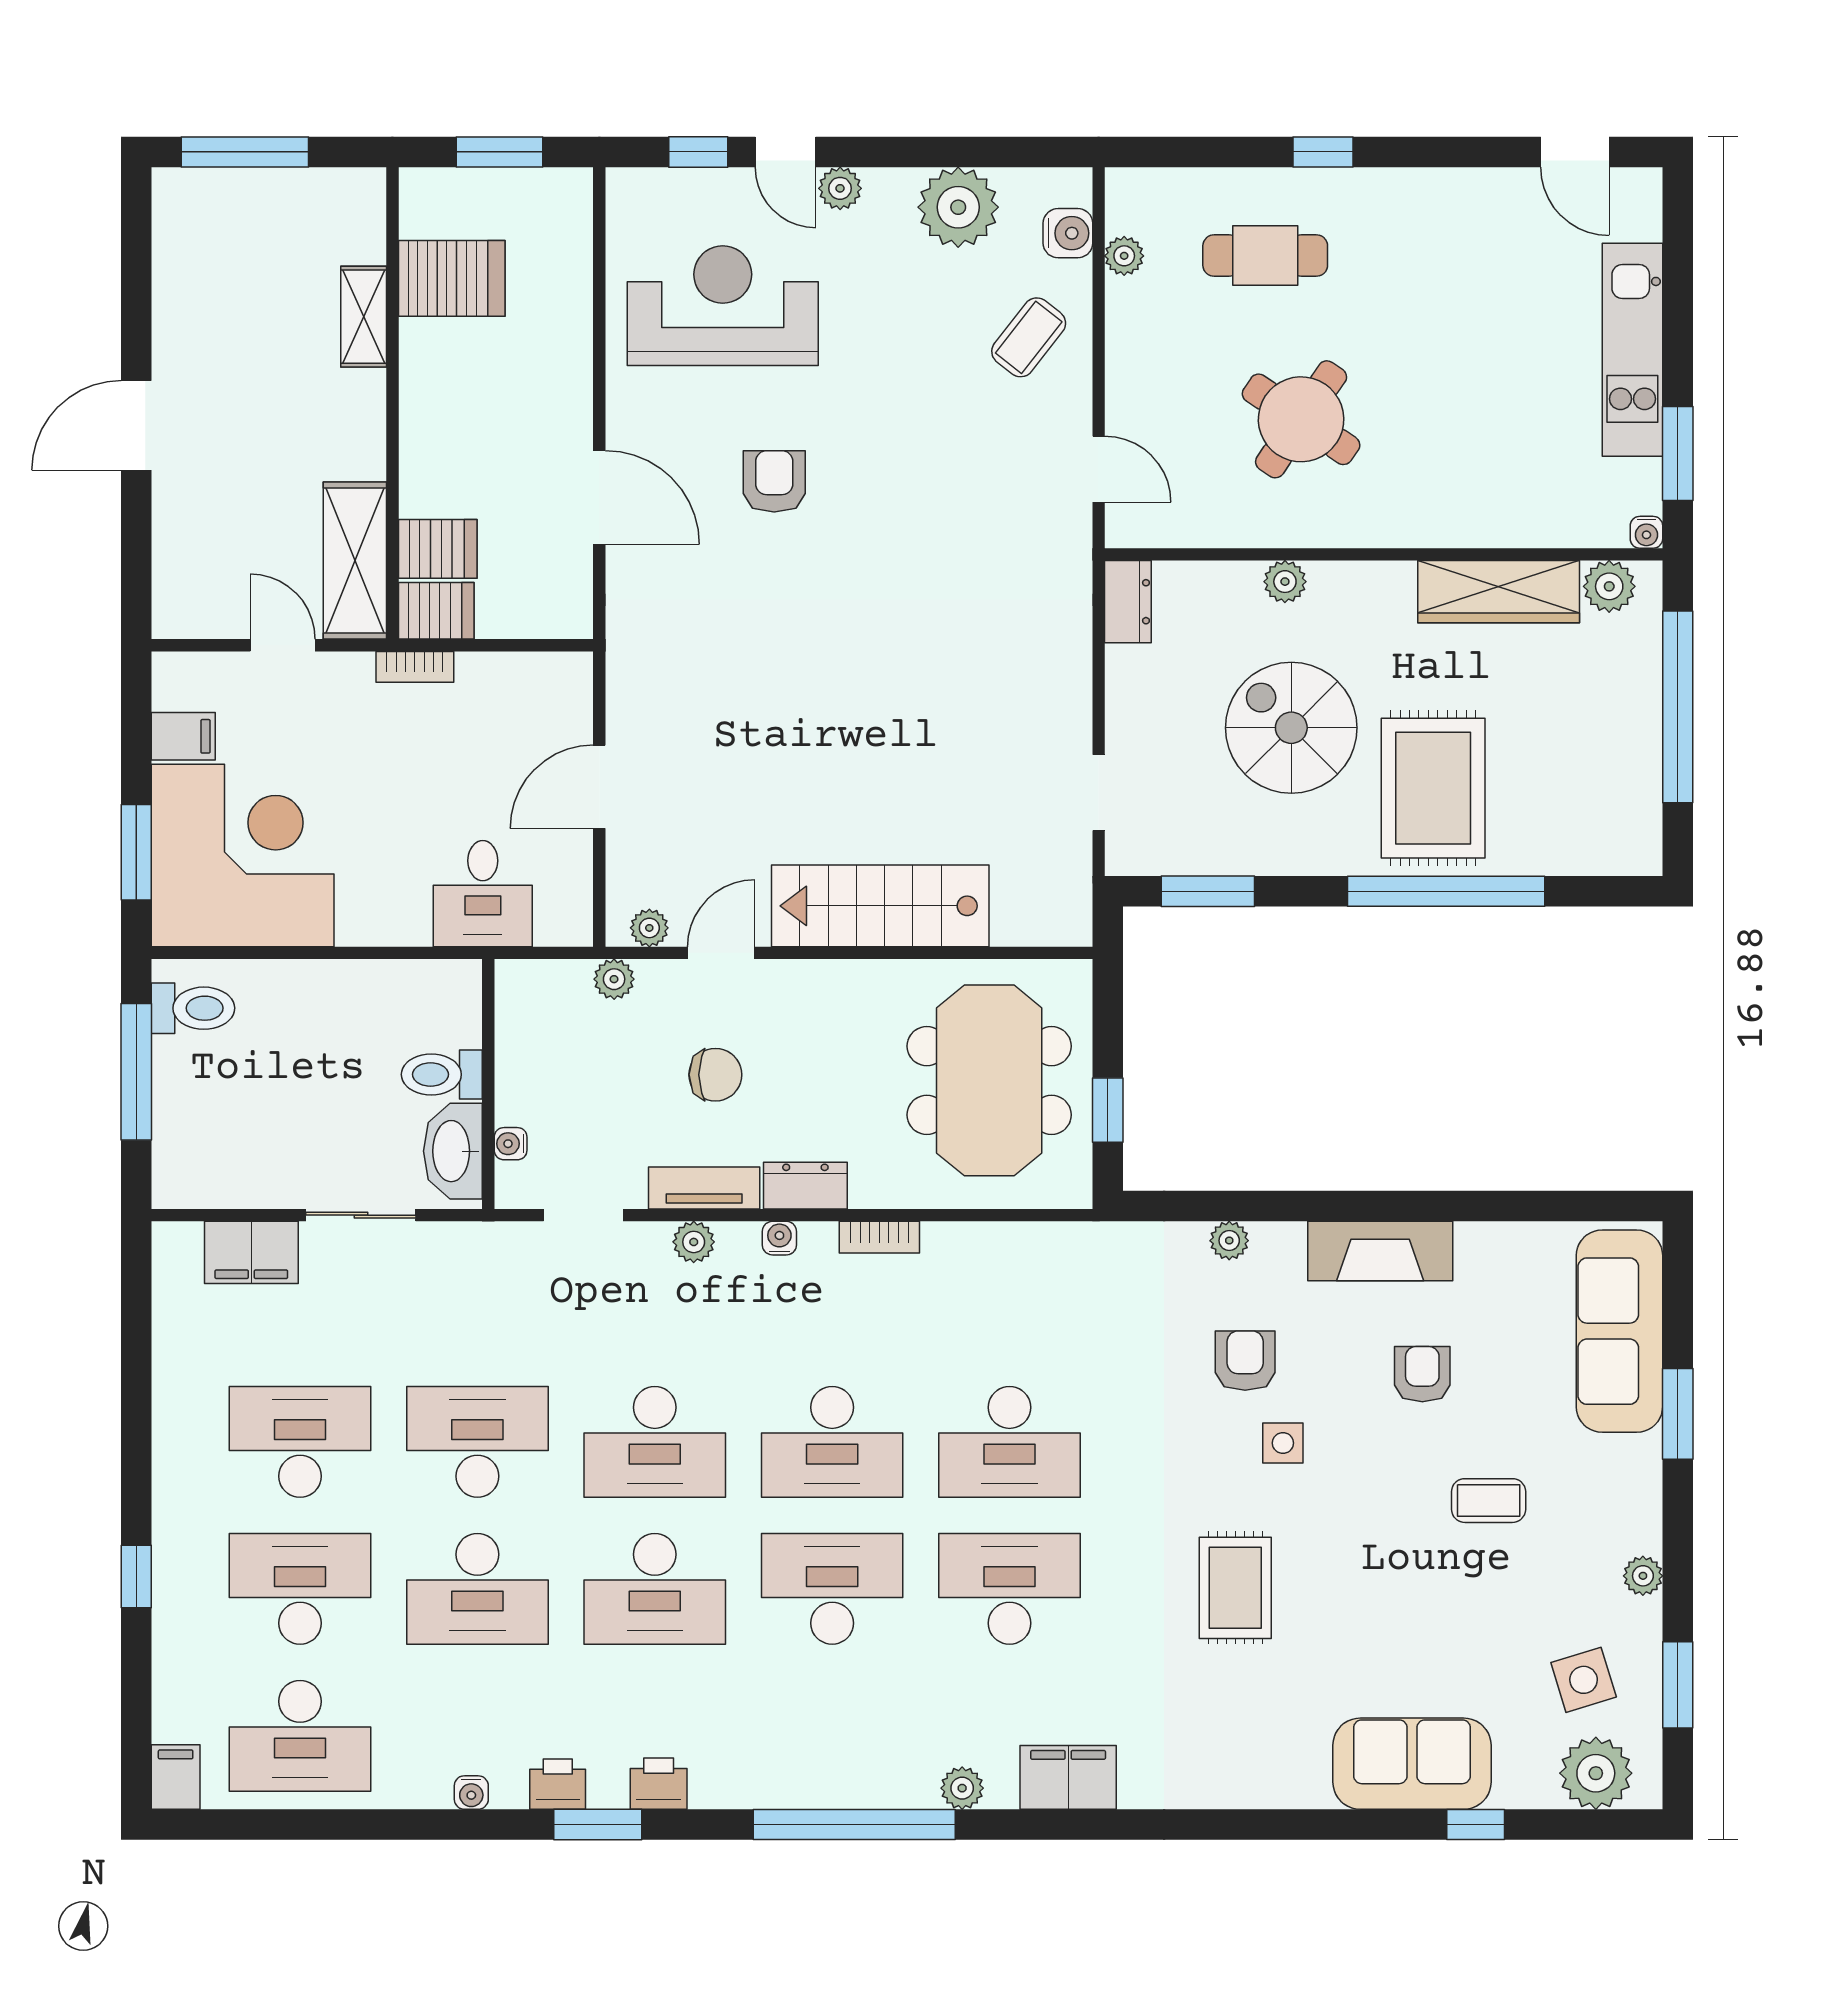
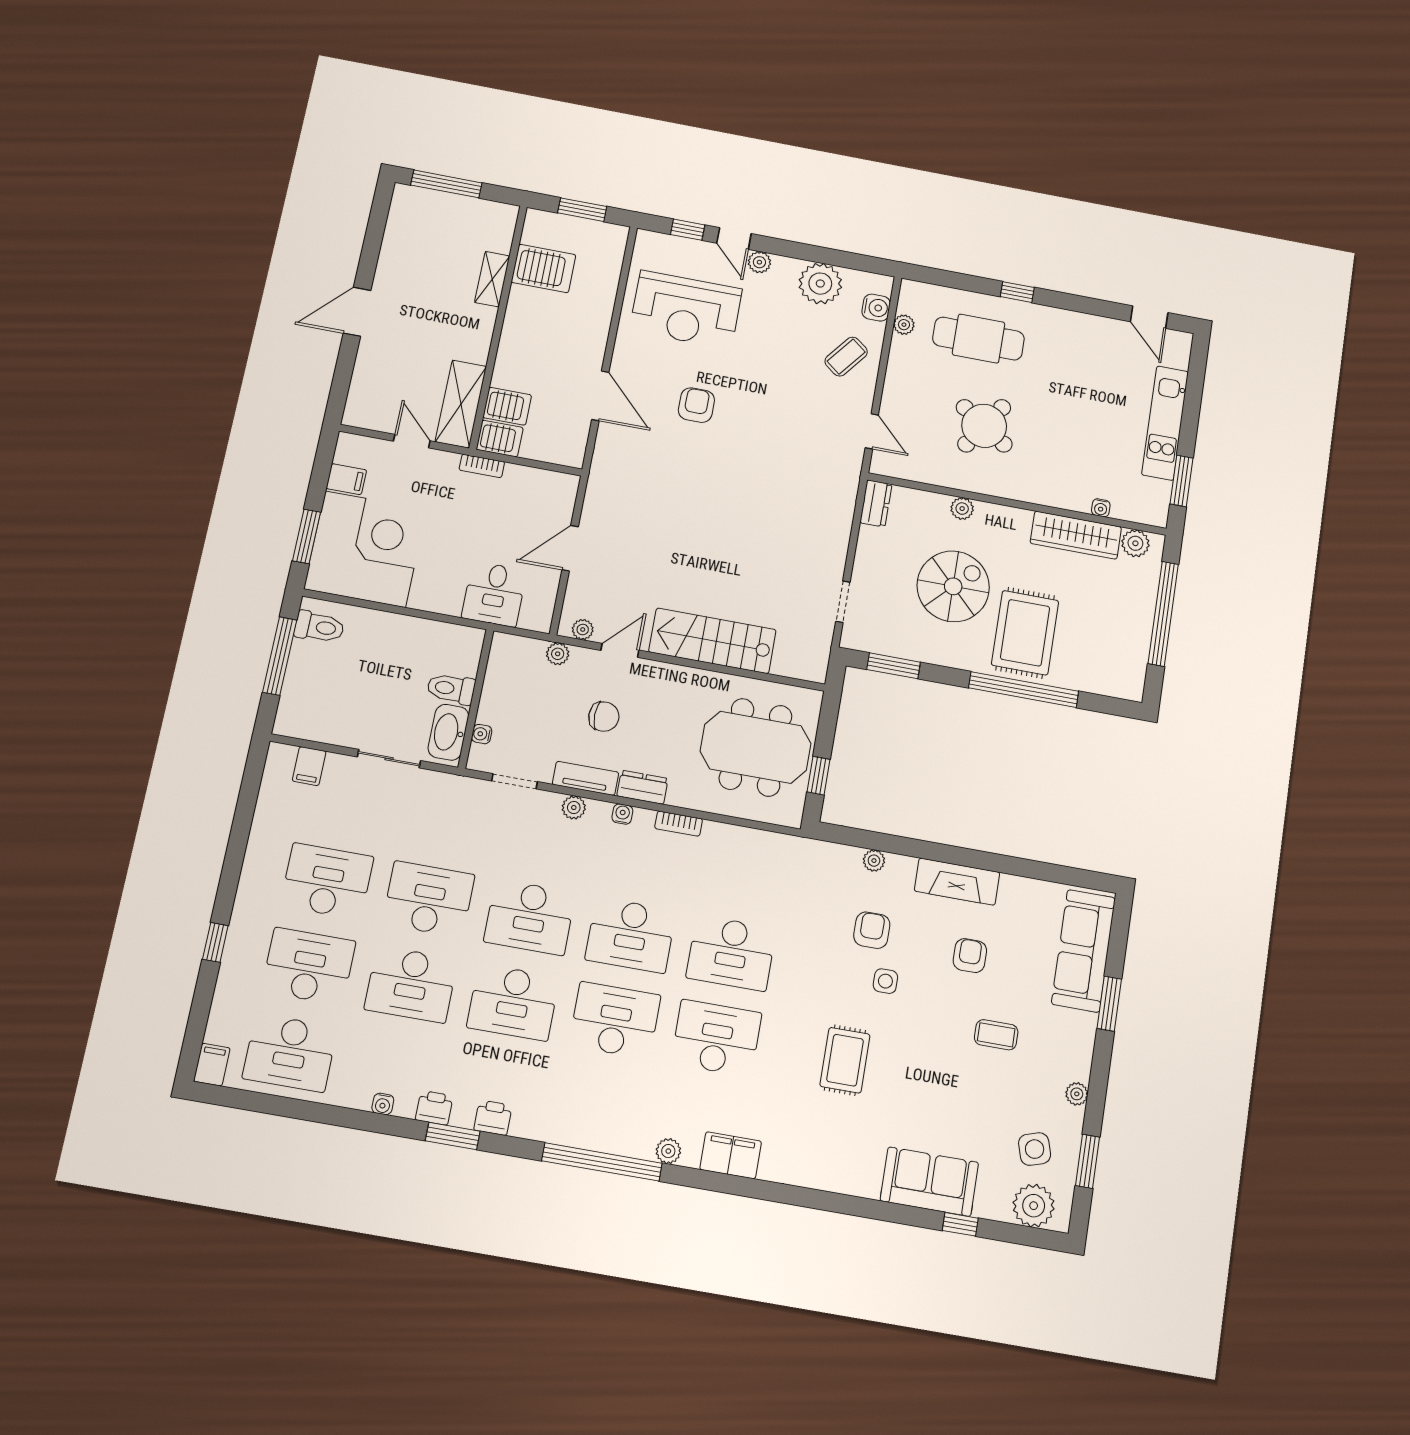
cafe table: (1265, 256) -> (979, 339), width x1.37, depth x1.35
reception desk: (723, 306) -> (686, 310), turned 180
water cooler: (1646, 532) -> (1101, 508), moved
spiral stairs: (1291, 728) -> (953, 586), turned 90
meeting table: (989, 1080) -> (756, 747), turned 90
filing cabinet: (251, 1252) -> (309, 766), width x0.50

